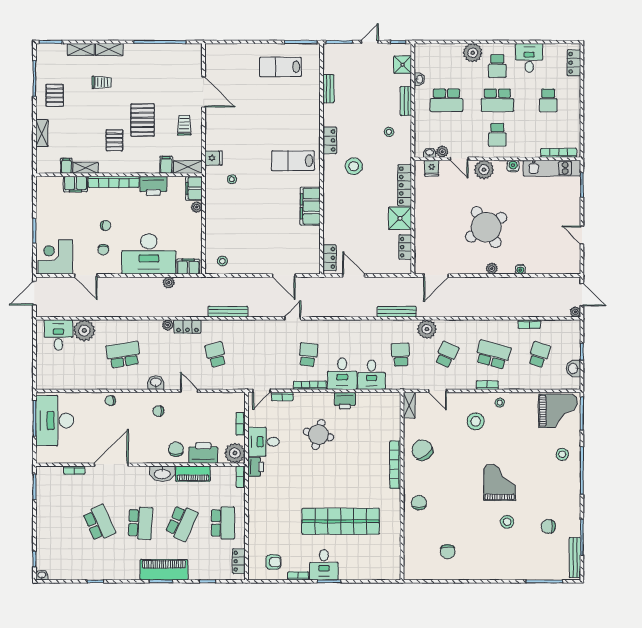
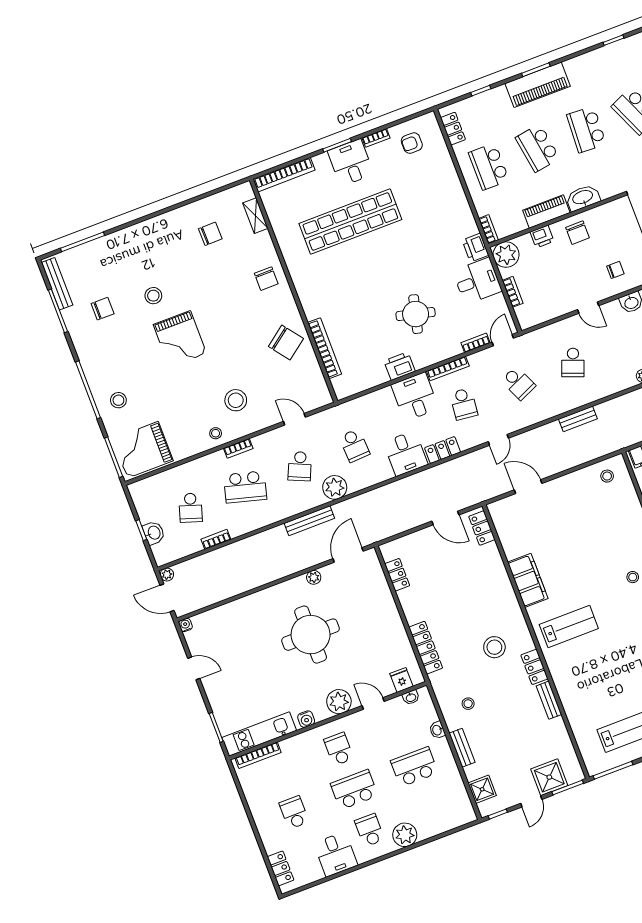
washbasin: (419, 79) -> (437, 730), moved
bench: (328, 89) -> (549, 700), moved
plant: (442, 152) -> (396, 704), removed
shower: (400, 218) -> (549, 777), moved
round table: (486, 227) -> (311, 635), turned 32
plant: (492, 269) -> (314, 577), moved
water cooler: (520, 269) -> (186, 625), moved
bench: (228, 312) -> (578, 419), width x0.73
bench: (397, 312) -> (309, 521), moved
locker: (187, 327) -> (442, 450), moved
school desk: (216, 355) -> (573, 362), turned 36
school desk: (262, 355) -> (518, 383), added
washbasin: (573, 368) -> (154, 533), moved
desk: (372, 375) -> (406, 453), moved, turned 180
shelving: (409, 405) -> (255, 216), moved
printer: (203, 453) -> (542, 237), width x0.53, depth x0.68
bookcase: (395, 465) -> (325, 348), moved
school desk: (182, 523) -> (538, 148), turned -33
chair: (448, 552) -> (210, 234), turned 89
bookcase: (377, 575) -> (284, 175), added

